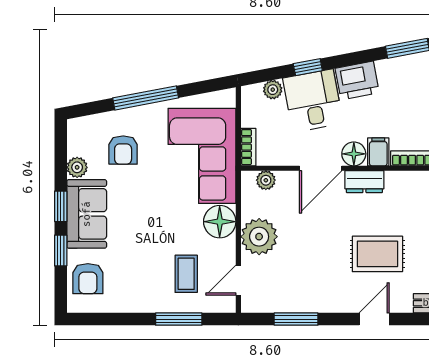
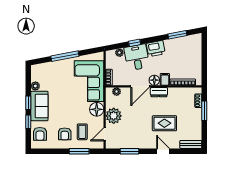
armchair: (123, 150) -> (65, 134), moved
door: (374, 319) -> (163, 151), hinge flipped

